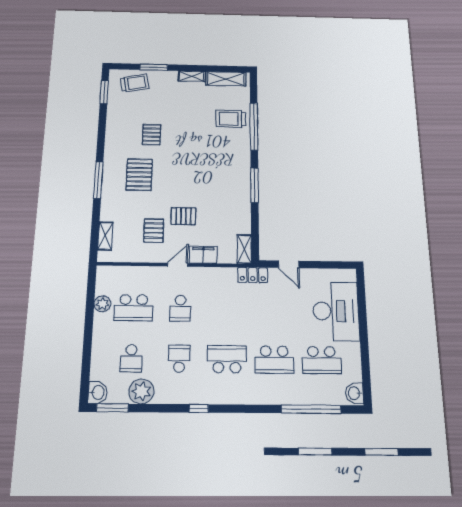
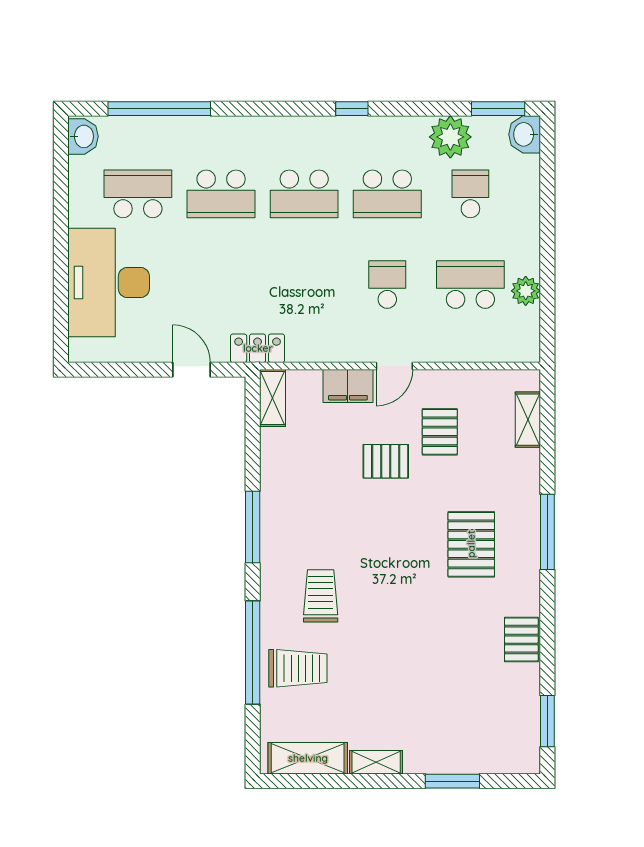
trolley: (135, 83) -> (321, 596), moved, turned 101
pallet: (152, 135) -> (521, 640), moved
school desk: (179, 359) -> (387, 194), width x1.85
school desk: (274, 360) -> (221, 194), turned 180

